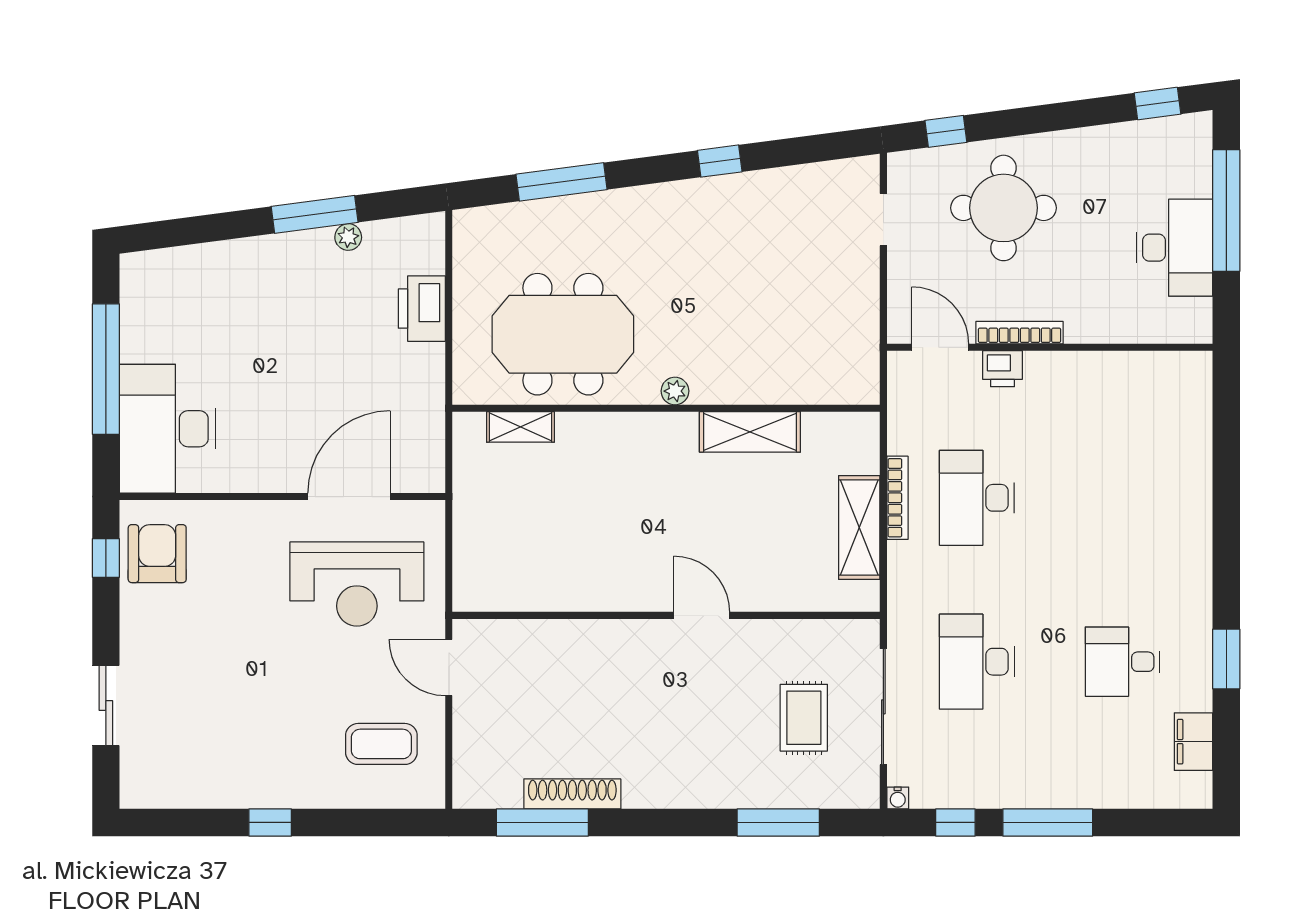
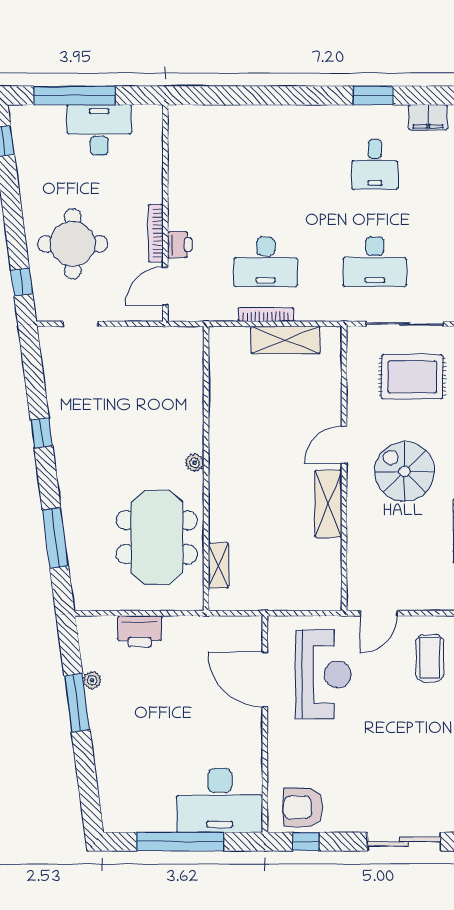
shelving: (750, 432) -> (328, 504), moved
sliding door: (106, 705) -> (404, 842), width x1.37
spiral stairs: (662, 706) -> (405, 471), added
rug: (804, 718) -> (412, 377), width x1.36, depth x1.43

